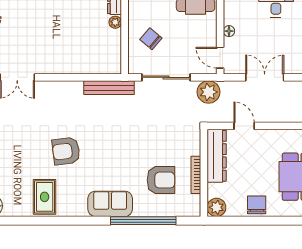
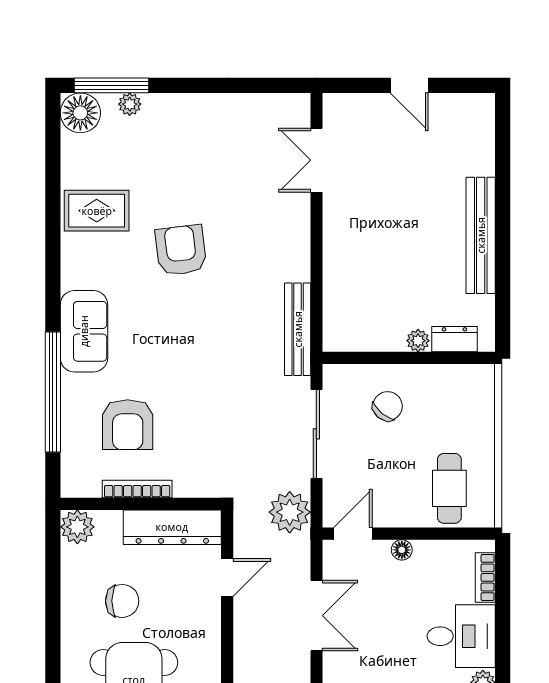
chair: (257, 205) -> (122, 601), moved

